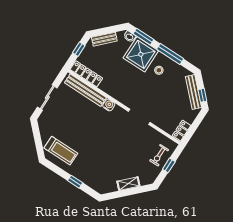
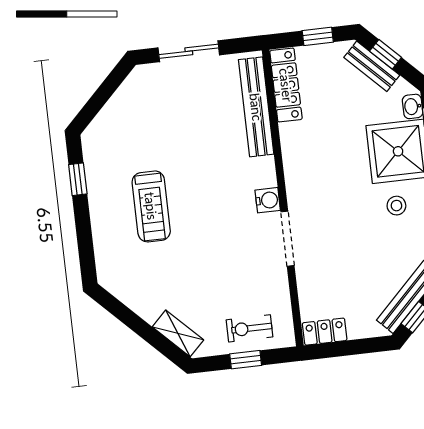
window: (104, 31) -> (386, 54), added
water cooler: (109, 105) -> (268, 200), moved
treadmill: (61, 151) -> (151, 206), moved
window: (75, 182) -> (78, 179), moved
shelving: (128, 184) -> (178, 333), moved

